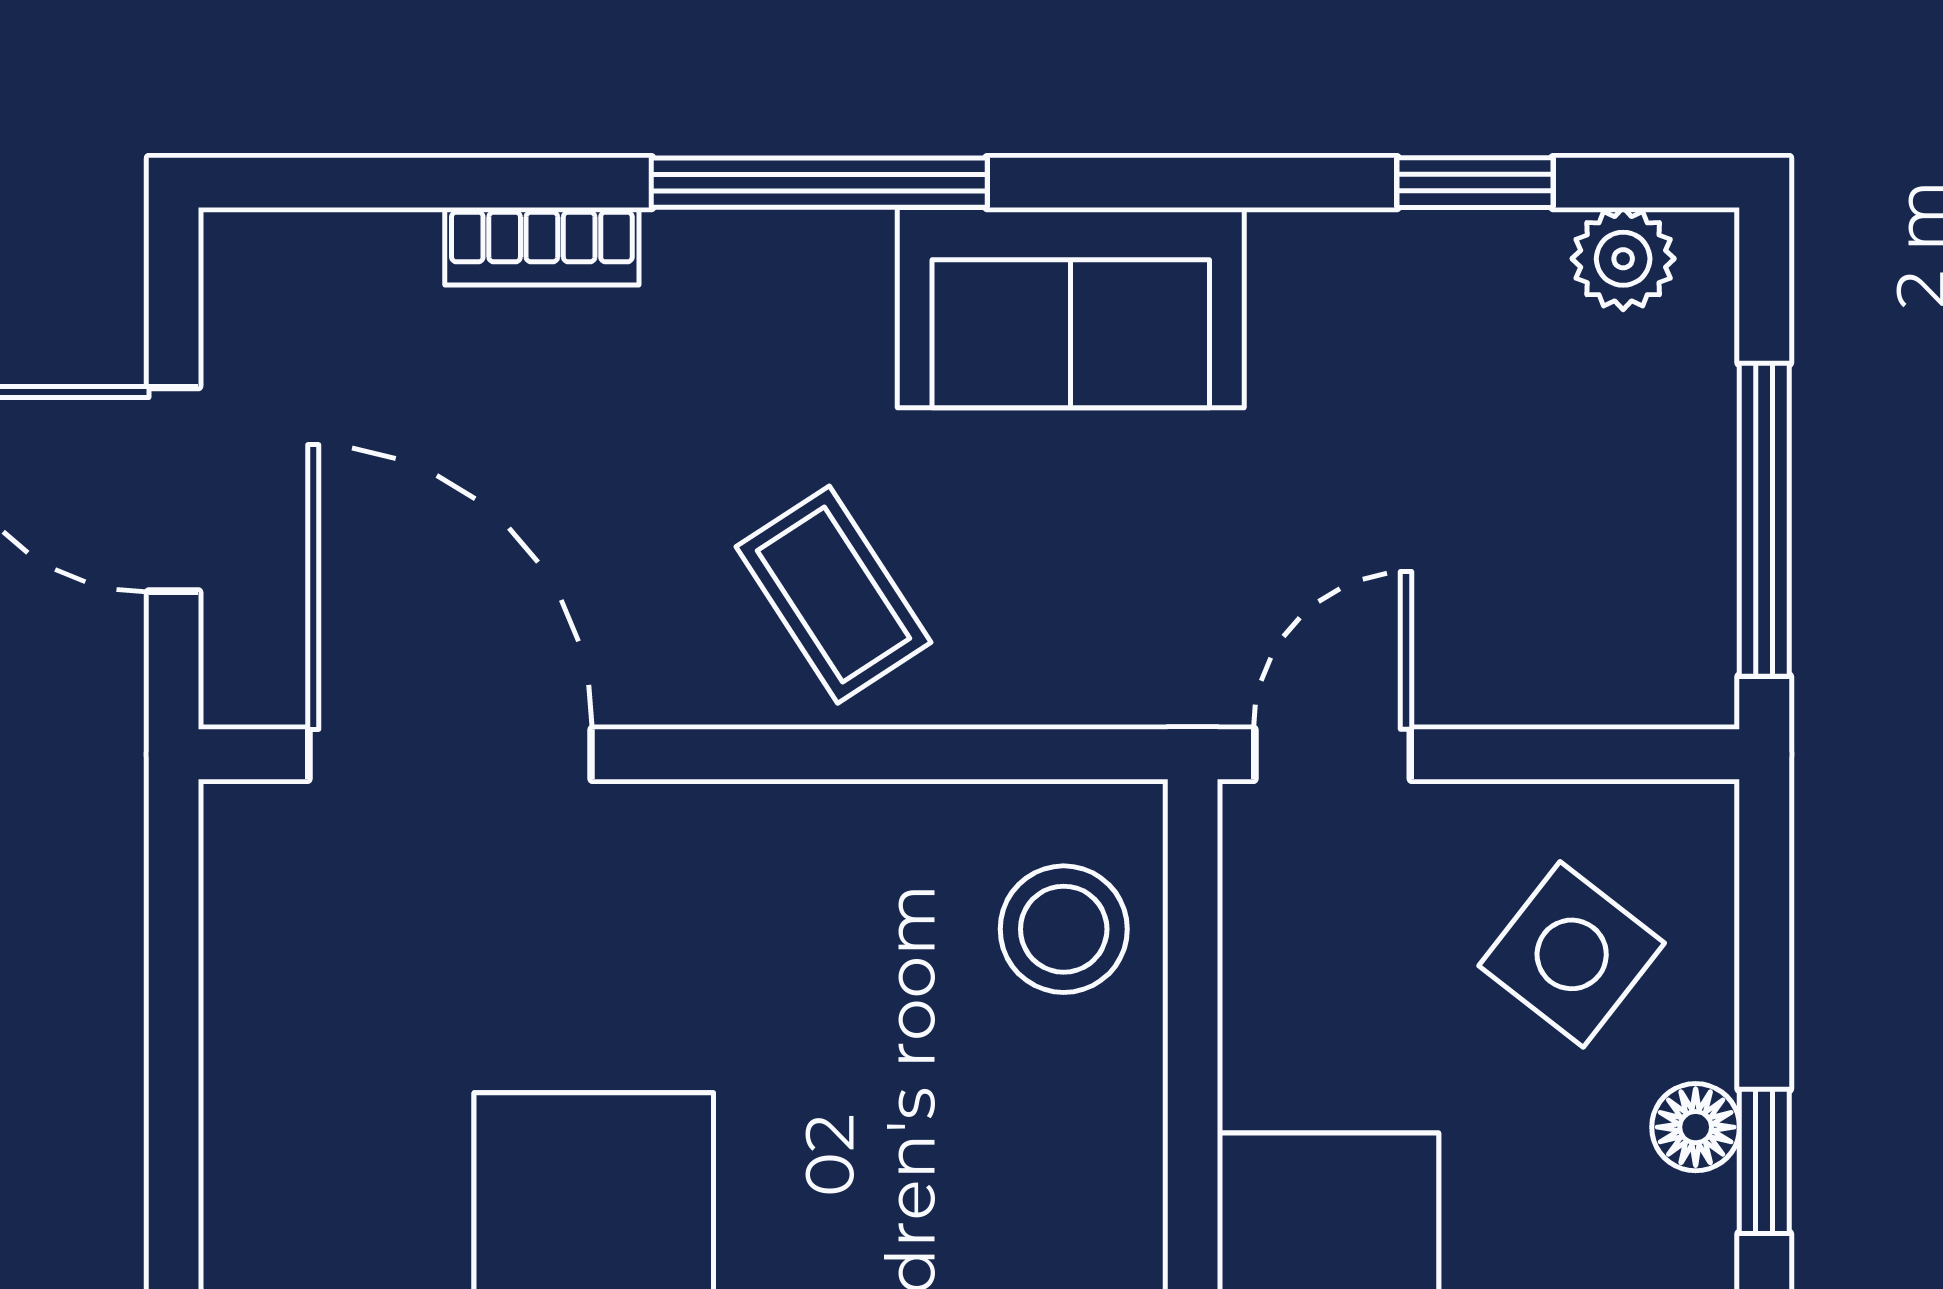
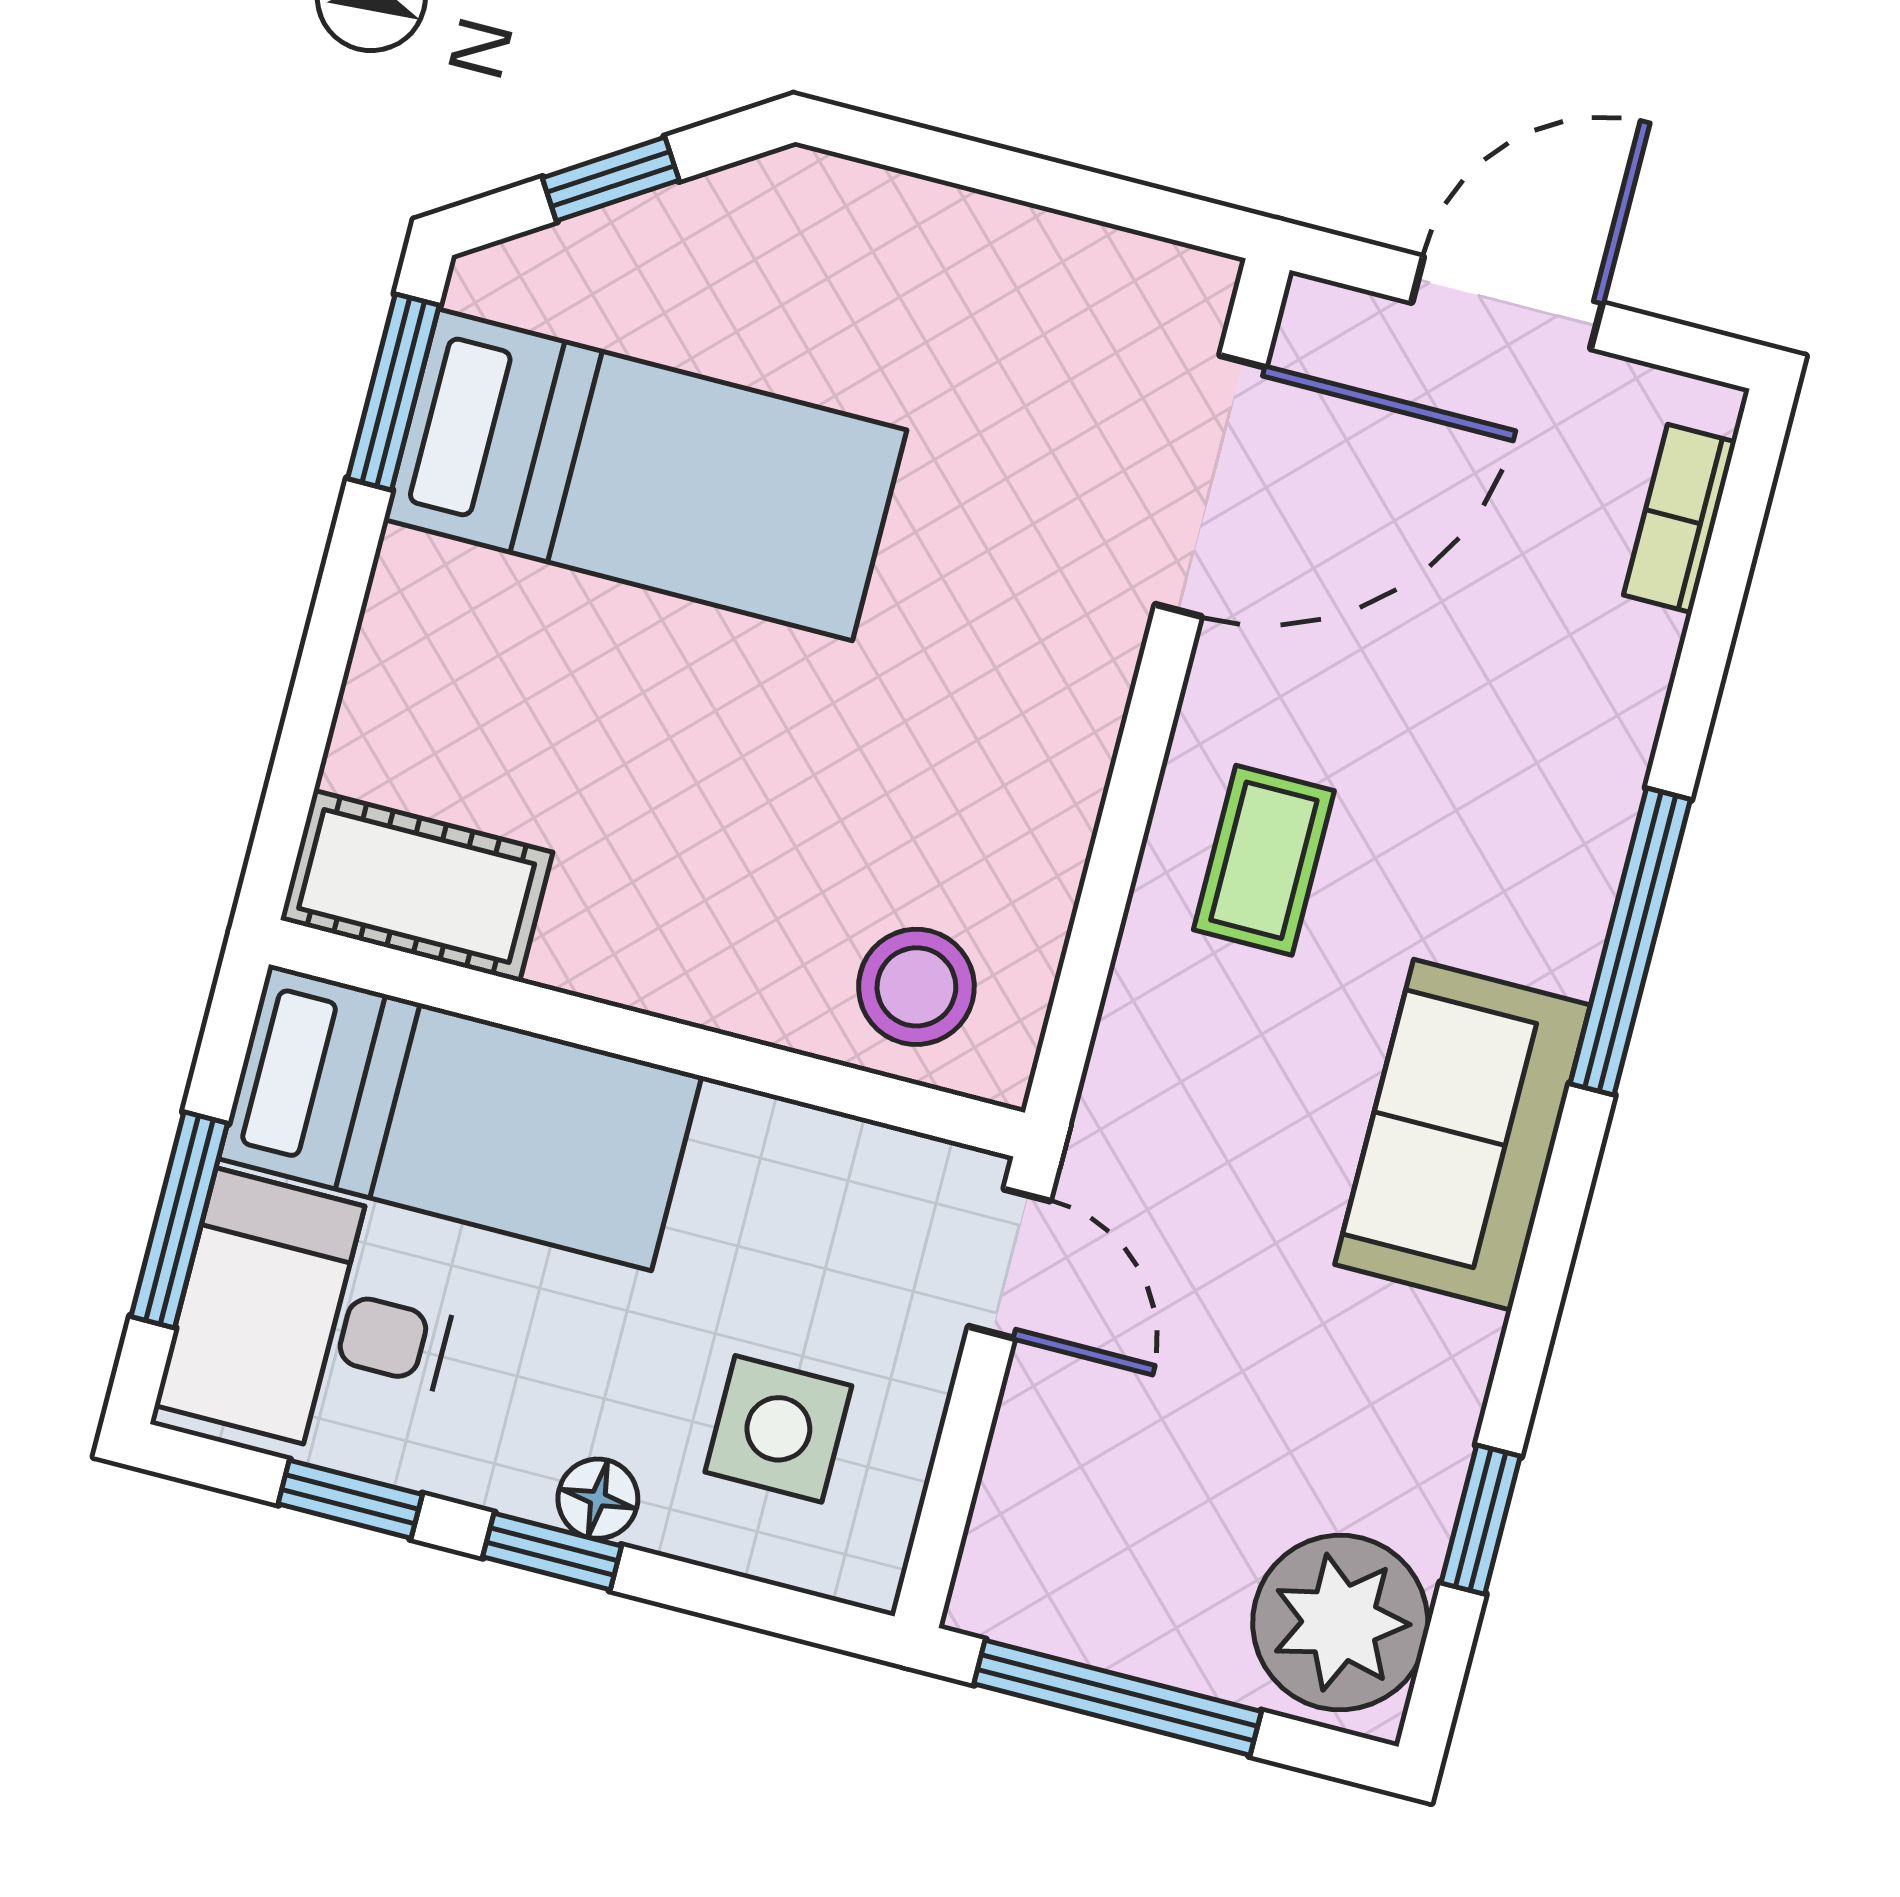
bookcase: (542, 246) -> (1680, 518), moved
plant: (1623, 259) -> (1340, 1623), width x1.87, depth x1.87
coffee table: (833, 595) -> (1264, 860), turned -57
side table: (1572, 954) -> (778, 1429), turned -38

